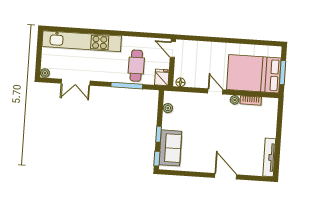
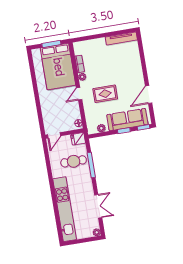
rug: (208, 122) -> (105, 94), added
sofa: (170, 148) -> (127, 120), width x1.36
door: (226, 176) -> (149, 94), moved

